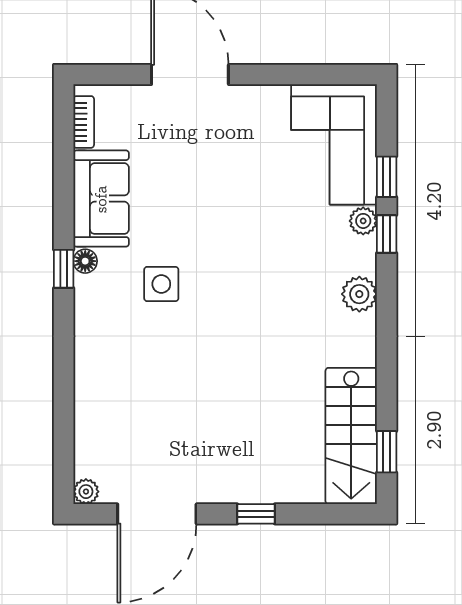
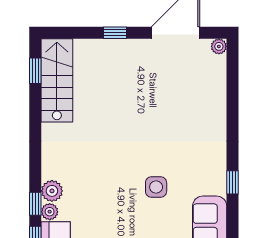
floor lamp: (85, 261) -> (219, 187), removed
side table: (161, 284) -> (156, 187), moved
plant: (359, 294) -> (52, 191), moved

